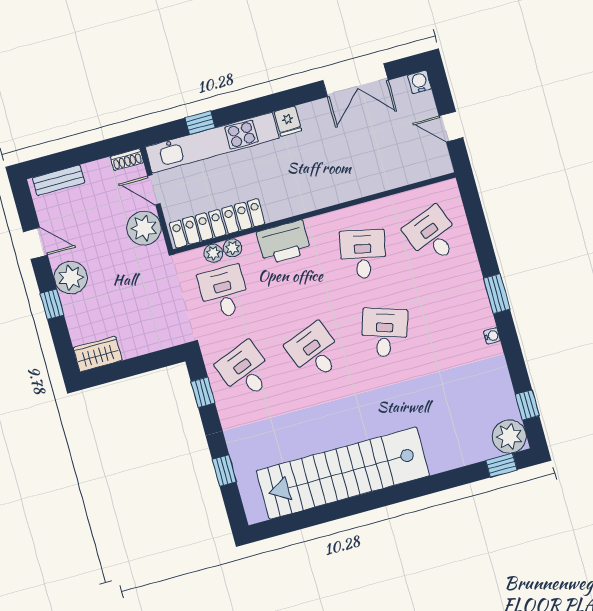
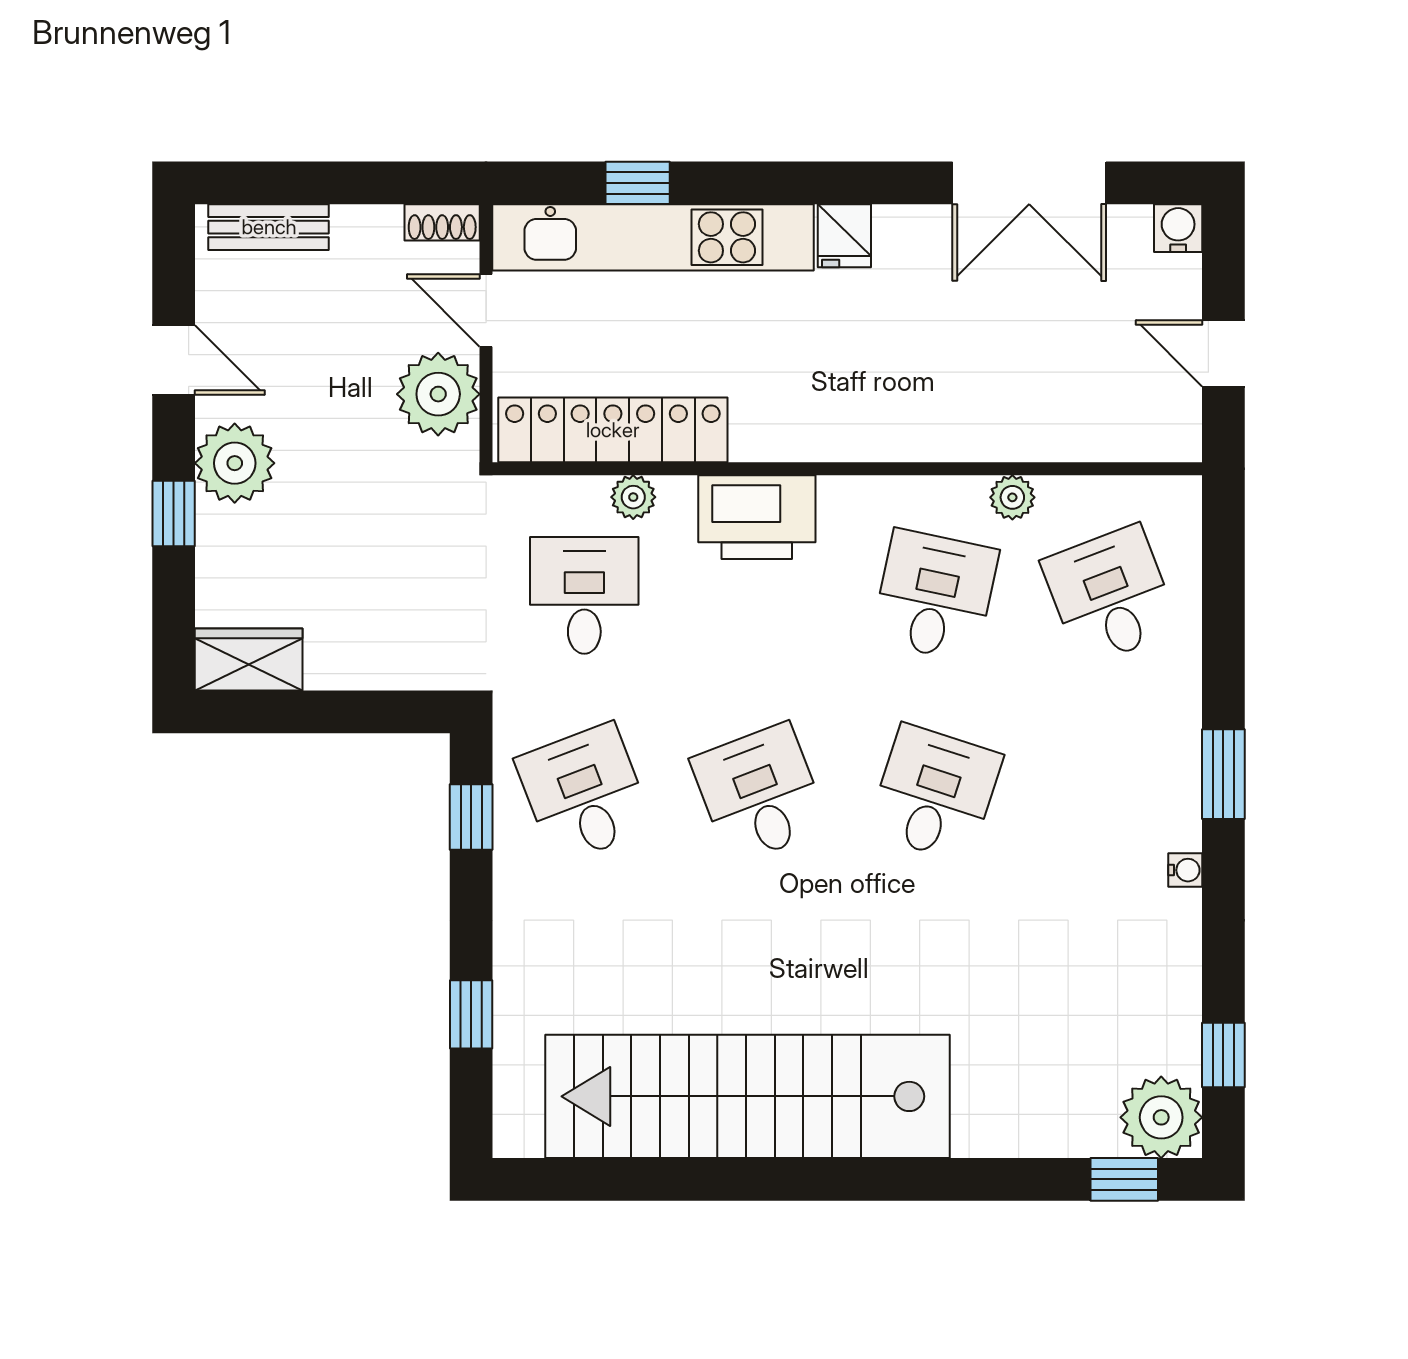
plant: (213, 253) -> (1012, 497), moved

